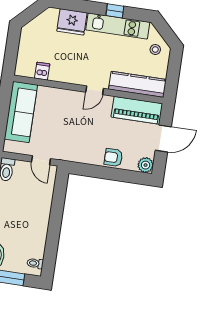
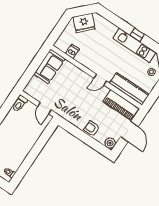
fridge: (72, 22) -> (84, 23), moved, turned -45
sofa: (21, 112) -> (49, 66), width x0.73
door: (163, 139) -> (129, 131), hinge flipped

